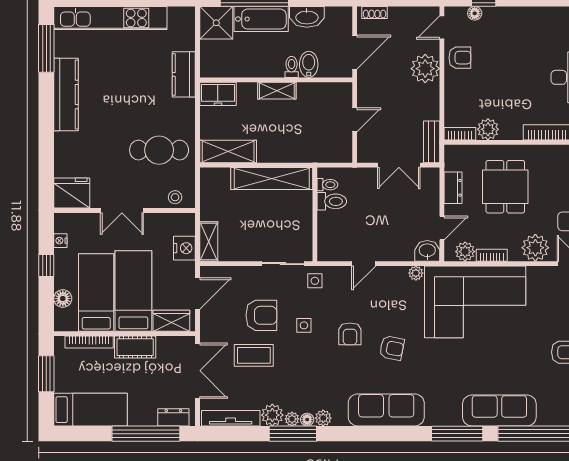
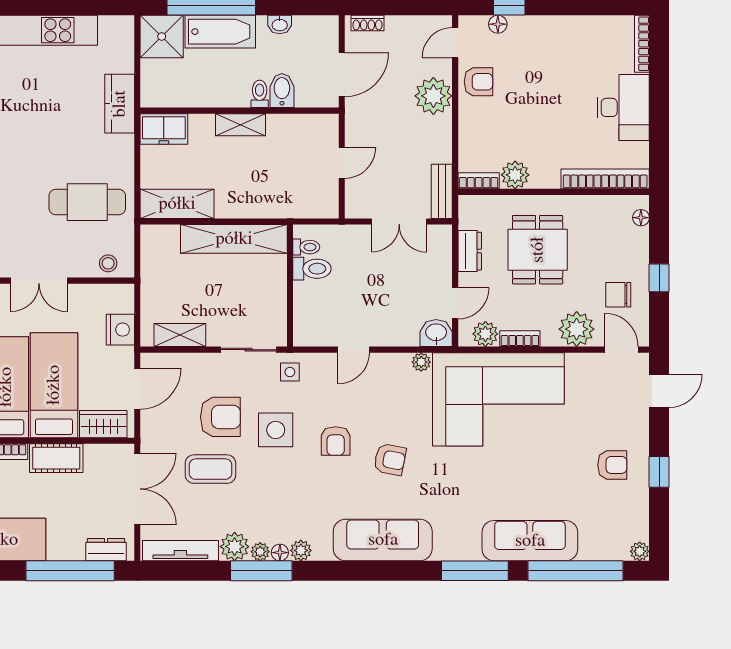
washbasin: (307, 17) -> (280, 25), width x0.52, depth x0.69
shelving: (209, 241) -> (180, 335), moved, turned 90
side table: (304, 325) -> (276, 430), width x1.87, depth x1.87

